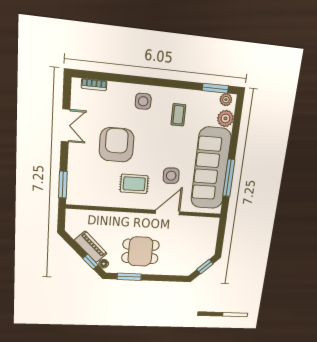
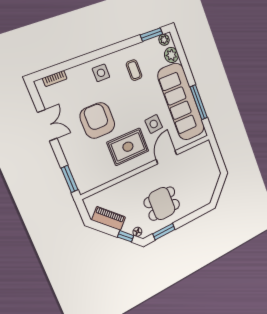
rug: (134, 184) -> (128, 147), width x1.36, depth x1.43
piano: (91, 247) -> (109, 218), moved
window: (205, 267) -> (219, 188), removed

